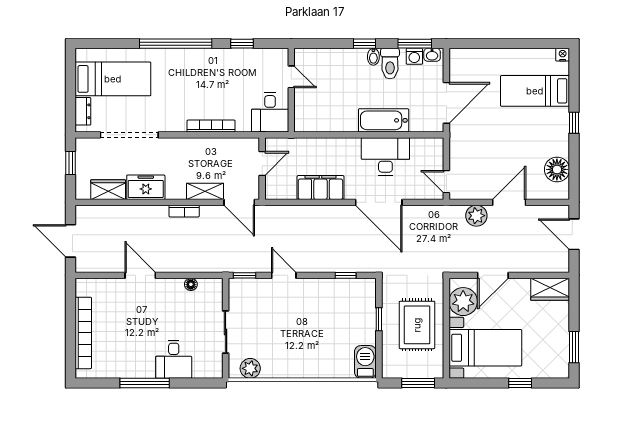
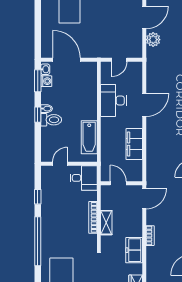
toilet: (390, 64) -> (51, 120), moved
door: (446, 103) -> (67, 60), moved
bathtub: (384, 120) -> (89, 137), moved
door: (446, 182) -> (119, 60), moved
freezer: (146, 187) -> (134, 250), moved
shelving: (205, 191) -> (106, 223), moved
door: (379, 202) -> (144, 105), width x0.73
door: (509, 202) -> (144, 17), swing flipped

